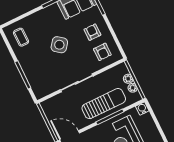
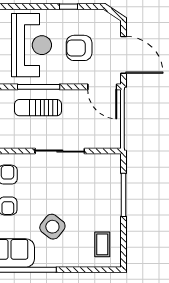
side table: (59, 45) -> (52, 227), moved
sun lounger: (104, 104) -> (38, 108), width x0.73, depth x0.75

